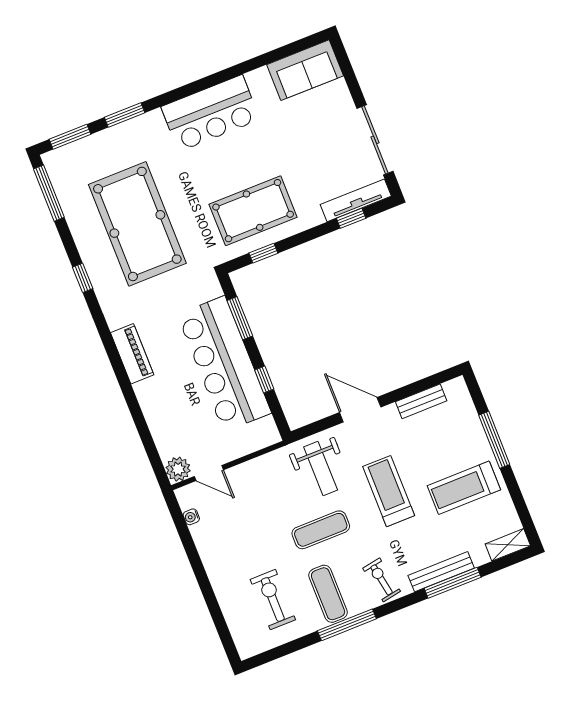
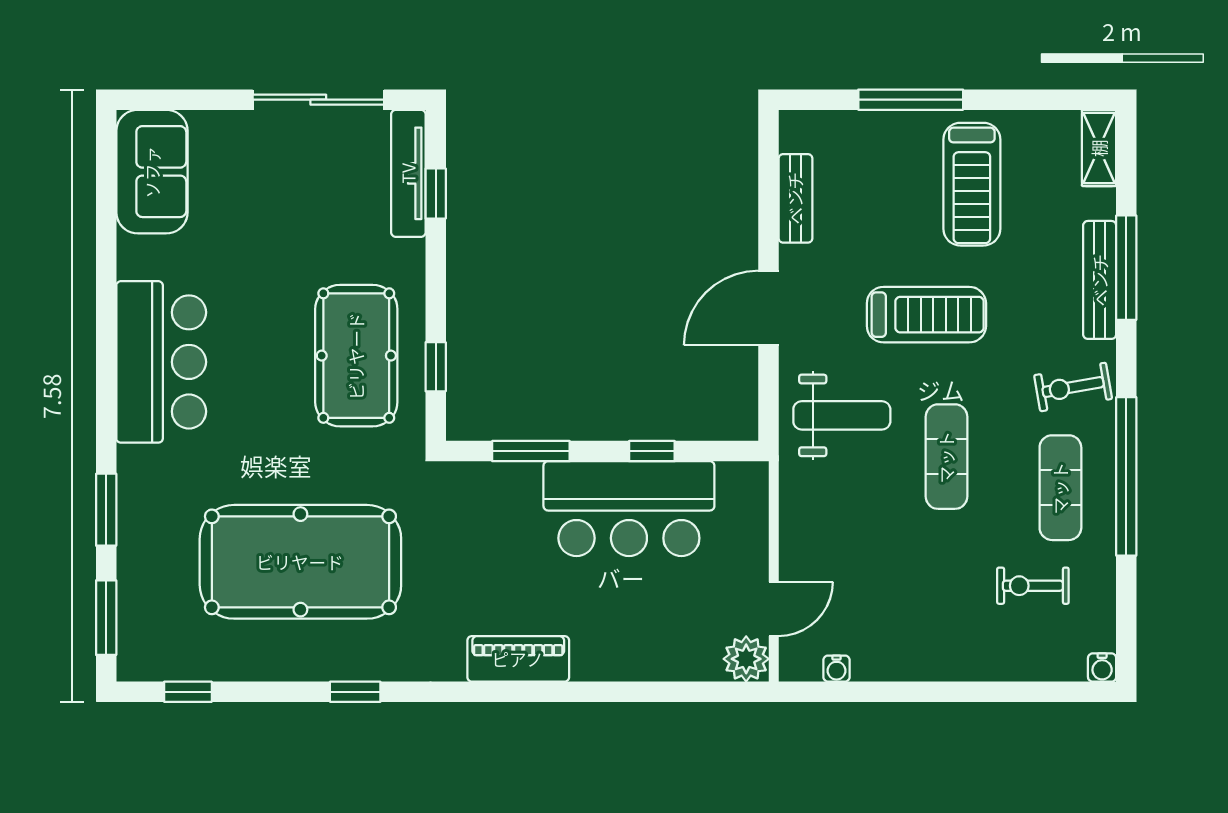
window: (49, 193) -> (188, 692), width x0.46
bar counter: (224, 364) -> (629, 509), width x0.73
treadmill: (389, 491) -> (926, 315), turned 180
exercise mat: (328, 594) -> (1060, 488), turned 90
exercise bike: (273, 600) -> (1033, 586), width x0.73, depth x0.72
window: (347, 625) -> (1126, 476), width x1.46
water cooler: (245, 651) -> (1102, 668), added

